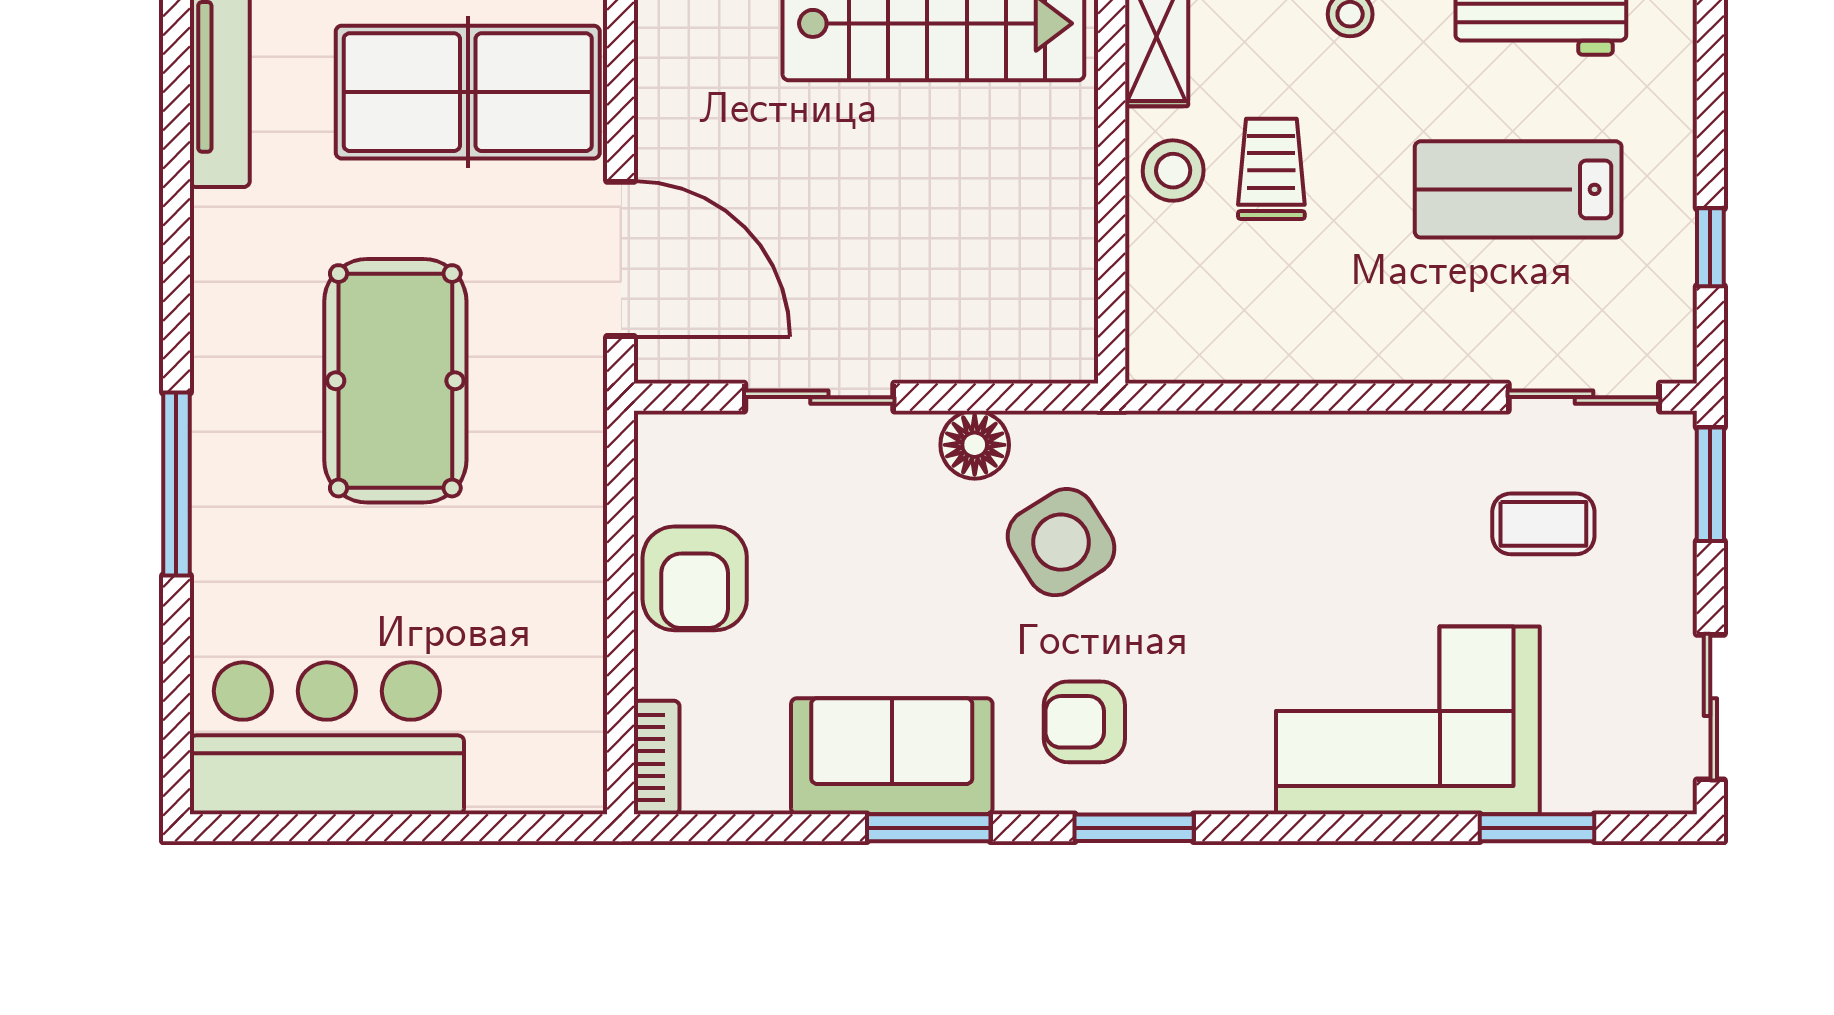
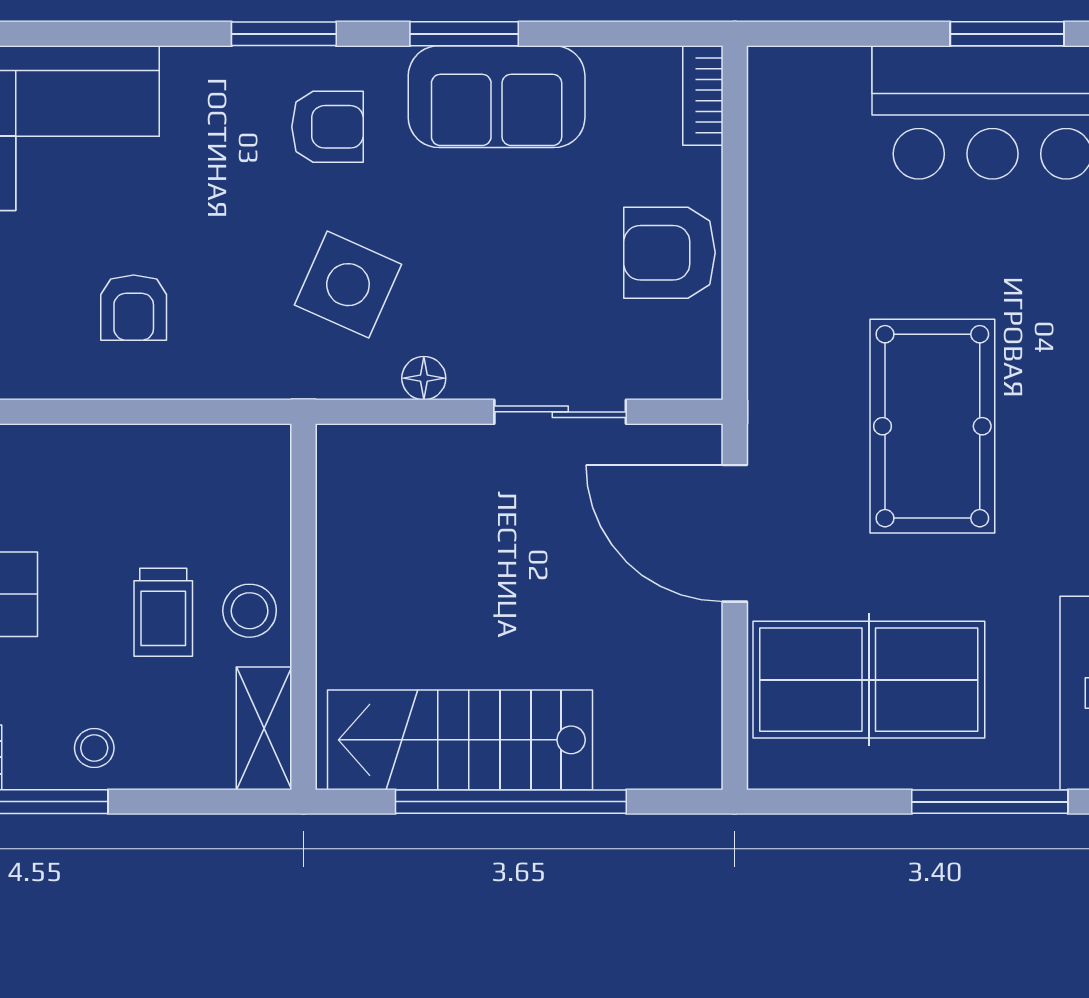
floor lamp: (975, 445) -> (424, 378), width x0.73, depth x0.73
armchair: (1305, 516) -> (134, 308), added
side table: (1061, 542) -> (348, 285), turned -34
armchair: (695, 578) -> (670, 253), turned -90
window: (310, 828) -> (1007, 34), added

